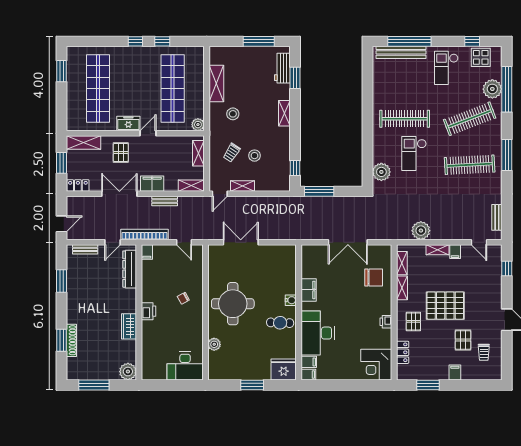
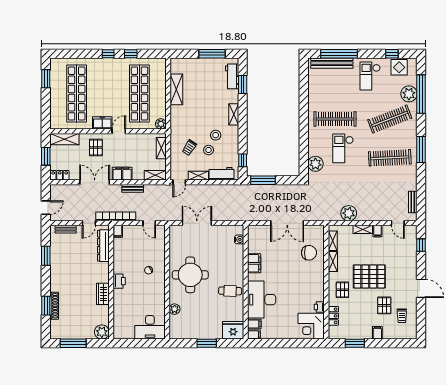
stool: (233, 114) -> (216, 135), moved
workbench: (270, 184) -> (221, 174), added
water cooler: (291, 300) -> (239, 239), moved
printer: (386, 322) -> (319, 307), moved

